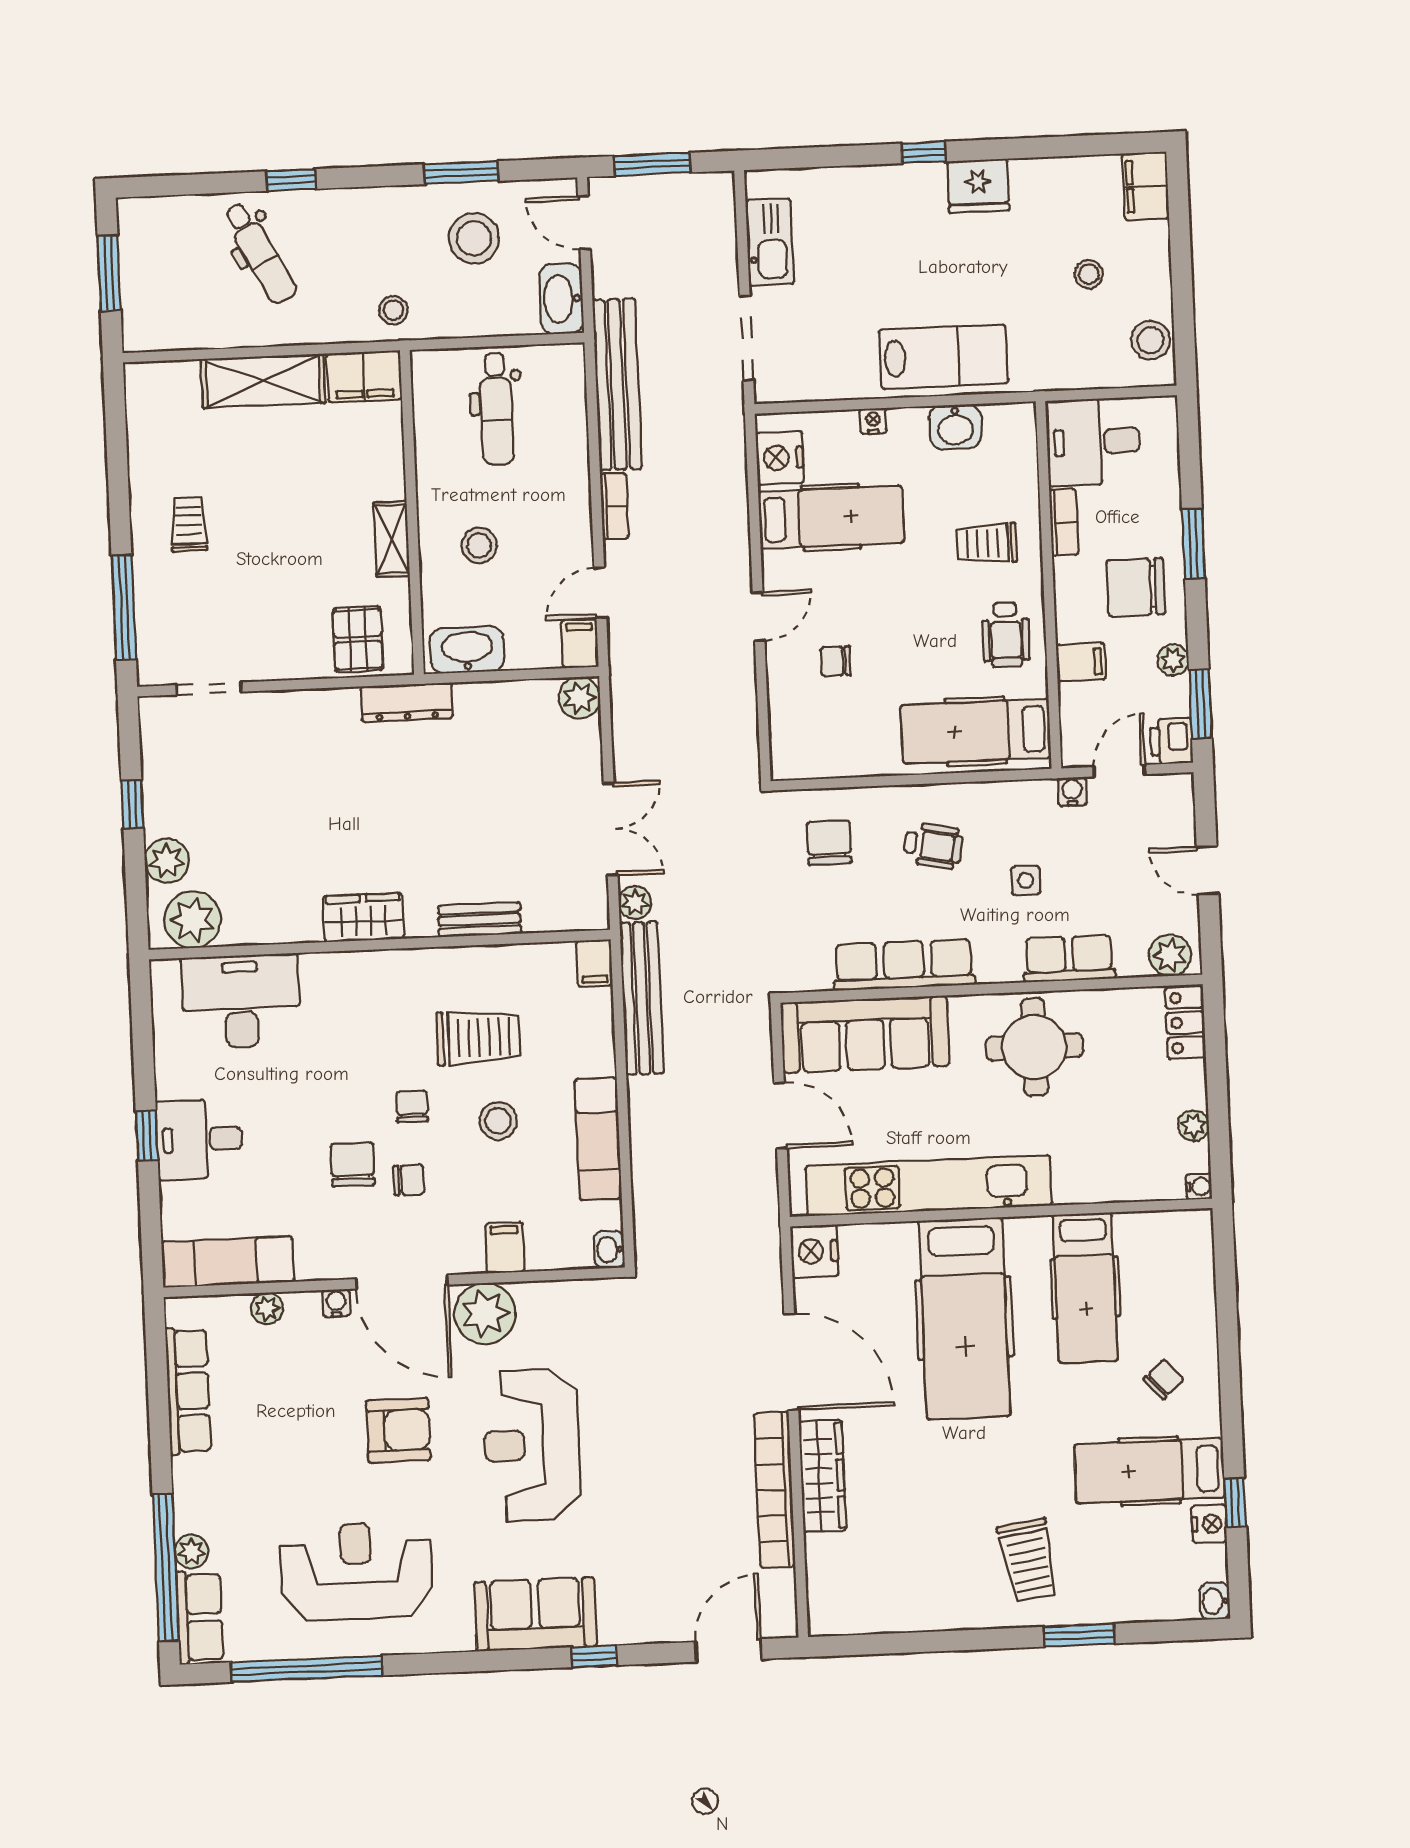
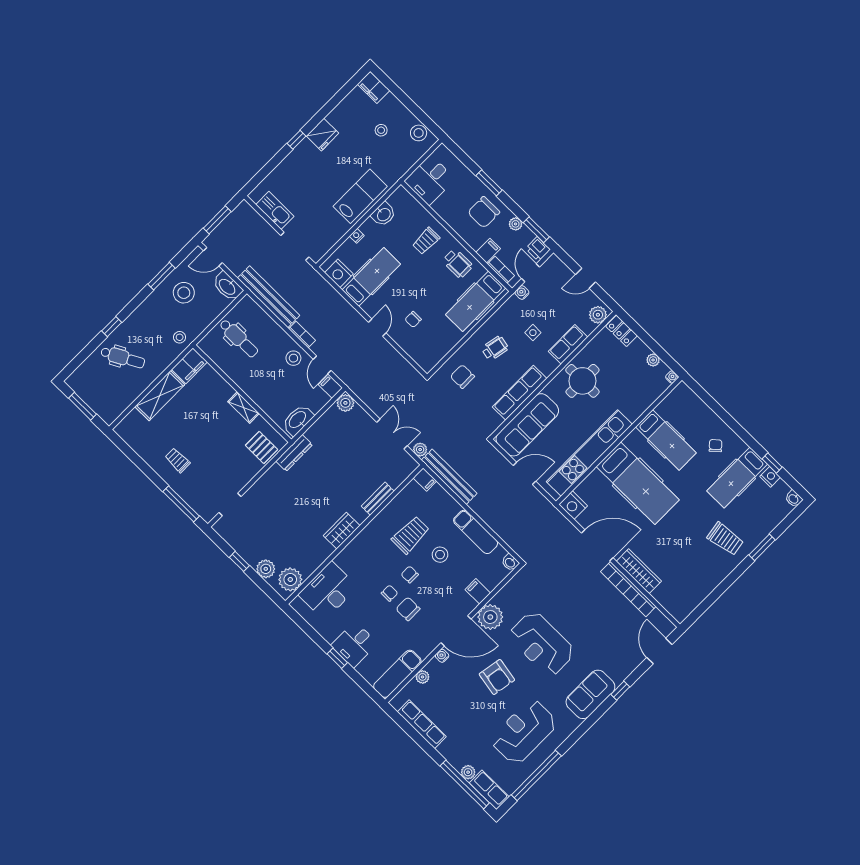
bookcase: (1064, 522) -> (501, 270), moved
stool: (479, 545) -> (293, 358), moved
chair: (409, 1180) -> (390, 593), moved
armchair: (398, 1430) -> (497, 677), turned 100

